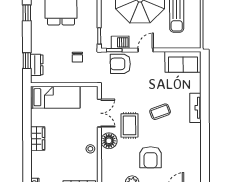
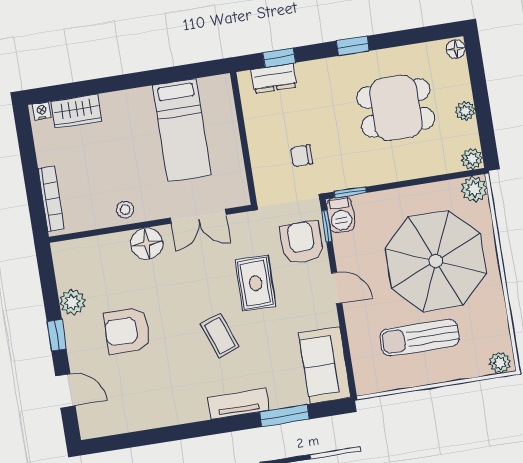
window: (27, 13) -> (353, 46), moved
barbecue: (120, 42) -> (341, 215), moved
window: (205, 86) -> (284, 416), added
bed: (55, 97) -> (182, 130), moved
rug: (129, 125) -> (255, 283), moved, turned 90
wardrobe: (38, 139) -> (76, 111), moved

